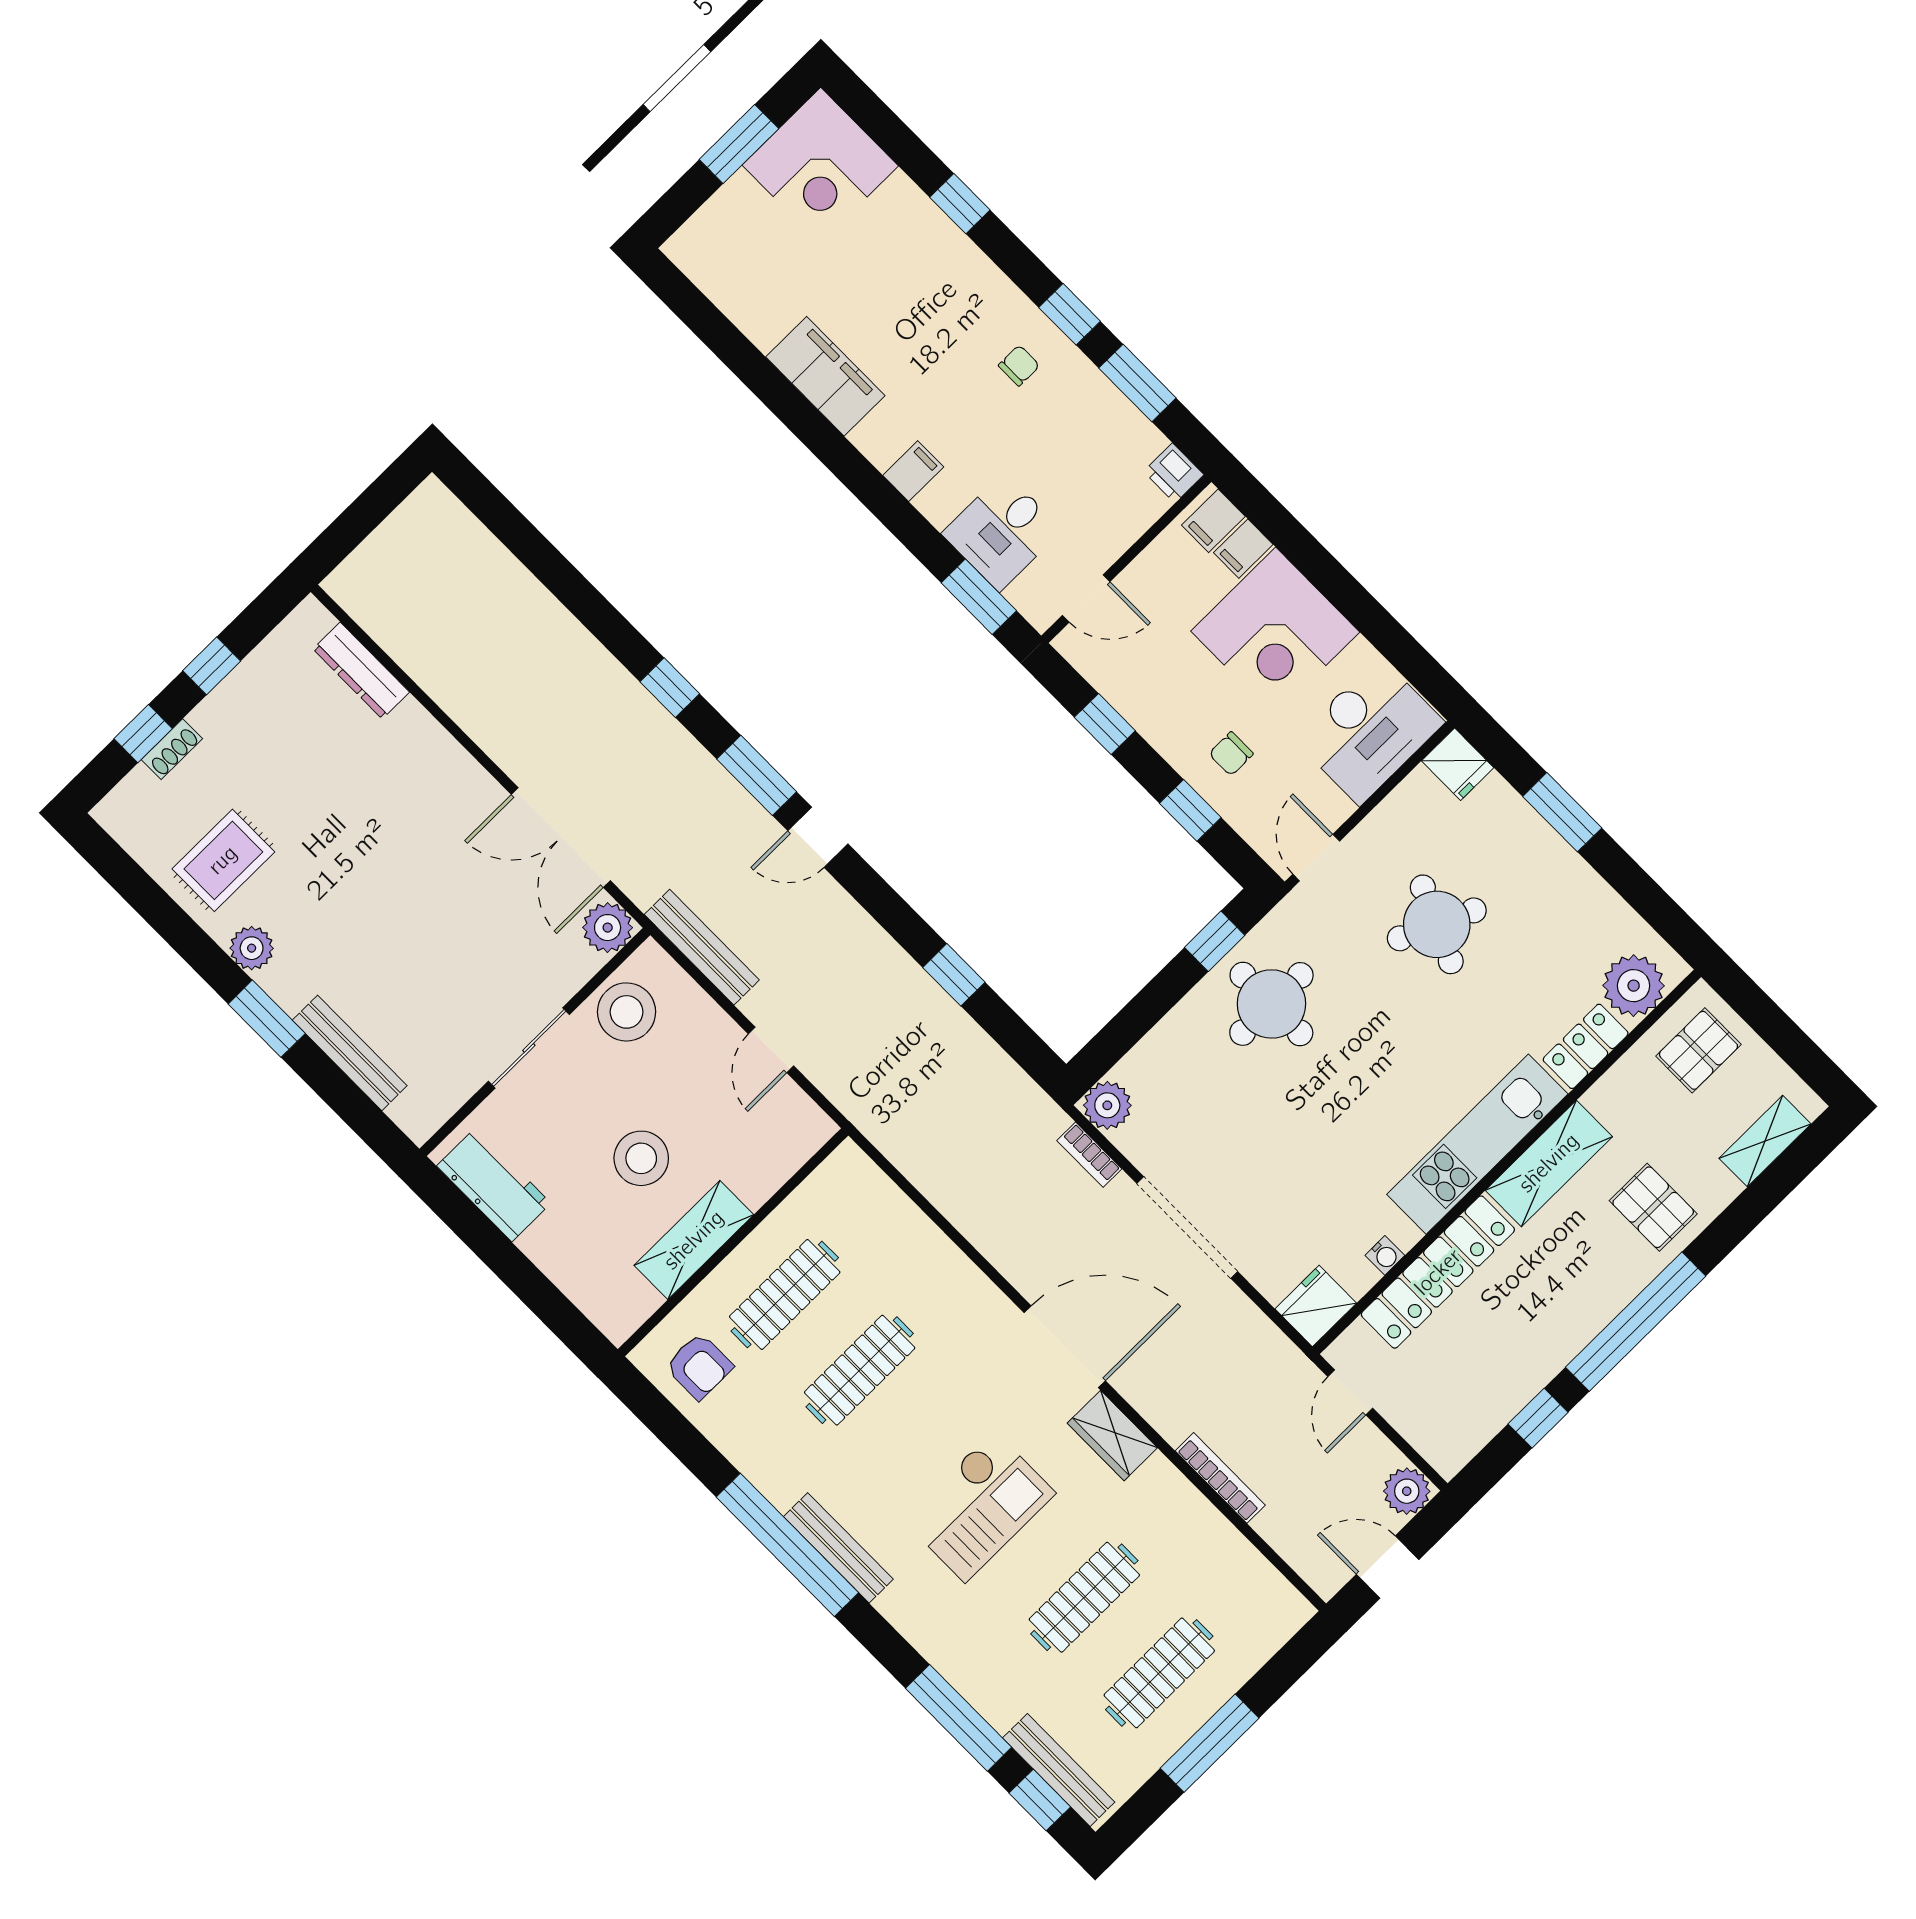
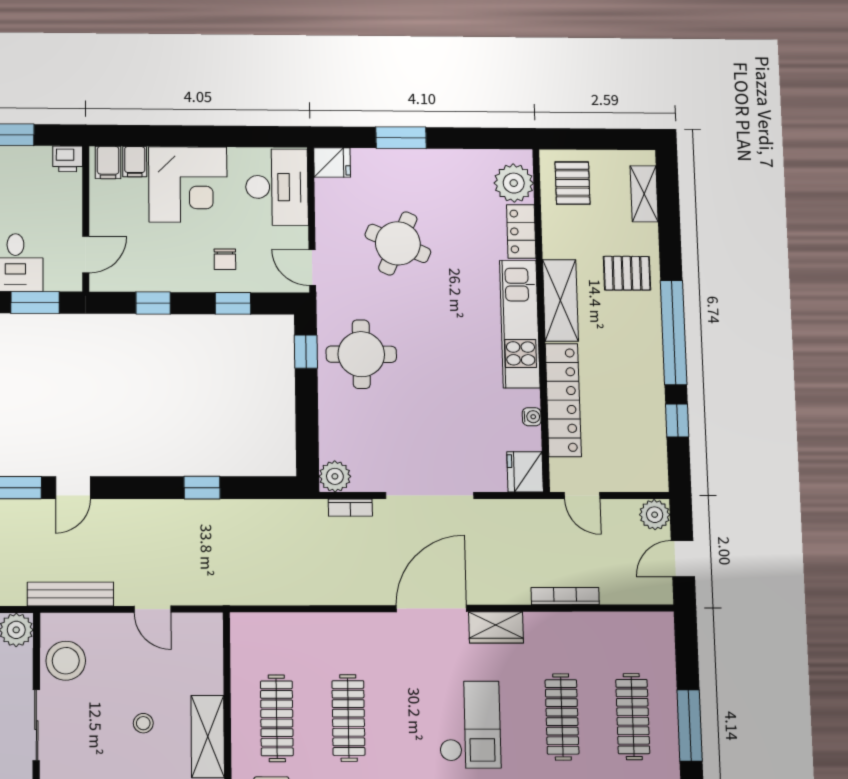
stool: (641, 1158) -> (143, 723), width x0.53, depth x0.53

